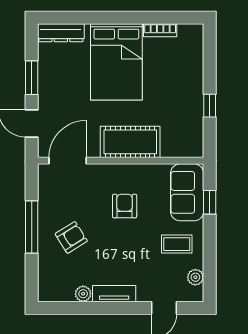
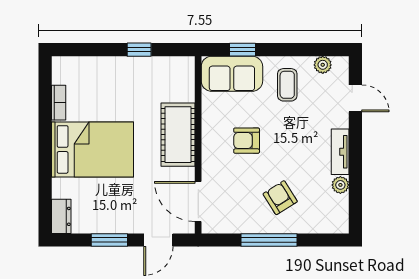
dresser: (61, 33) -> (61, 216), width x0.70

